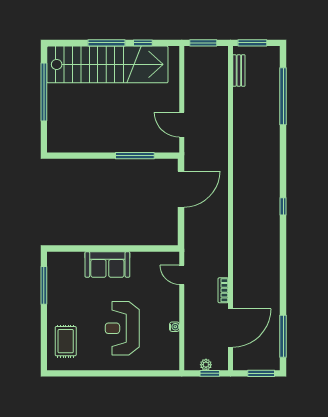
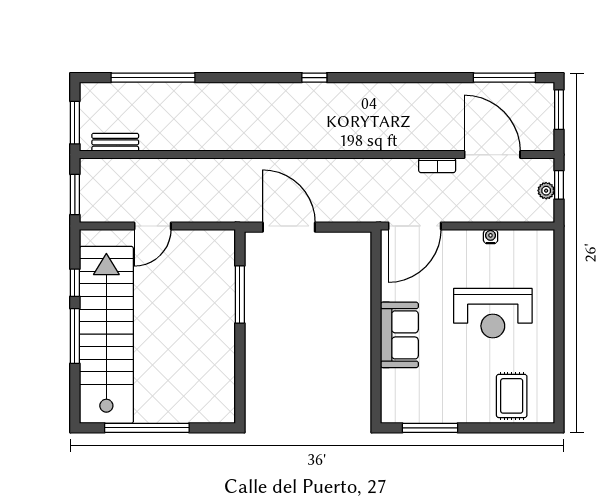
door: (182, 125) -> (153, 226), moved
door: (182, 275) -> (415, 226), width x1.88
rug: (66, 341) -> (512, 396), turned 90

